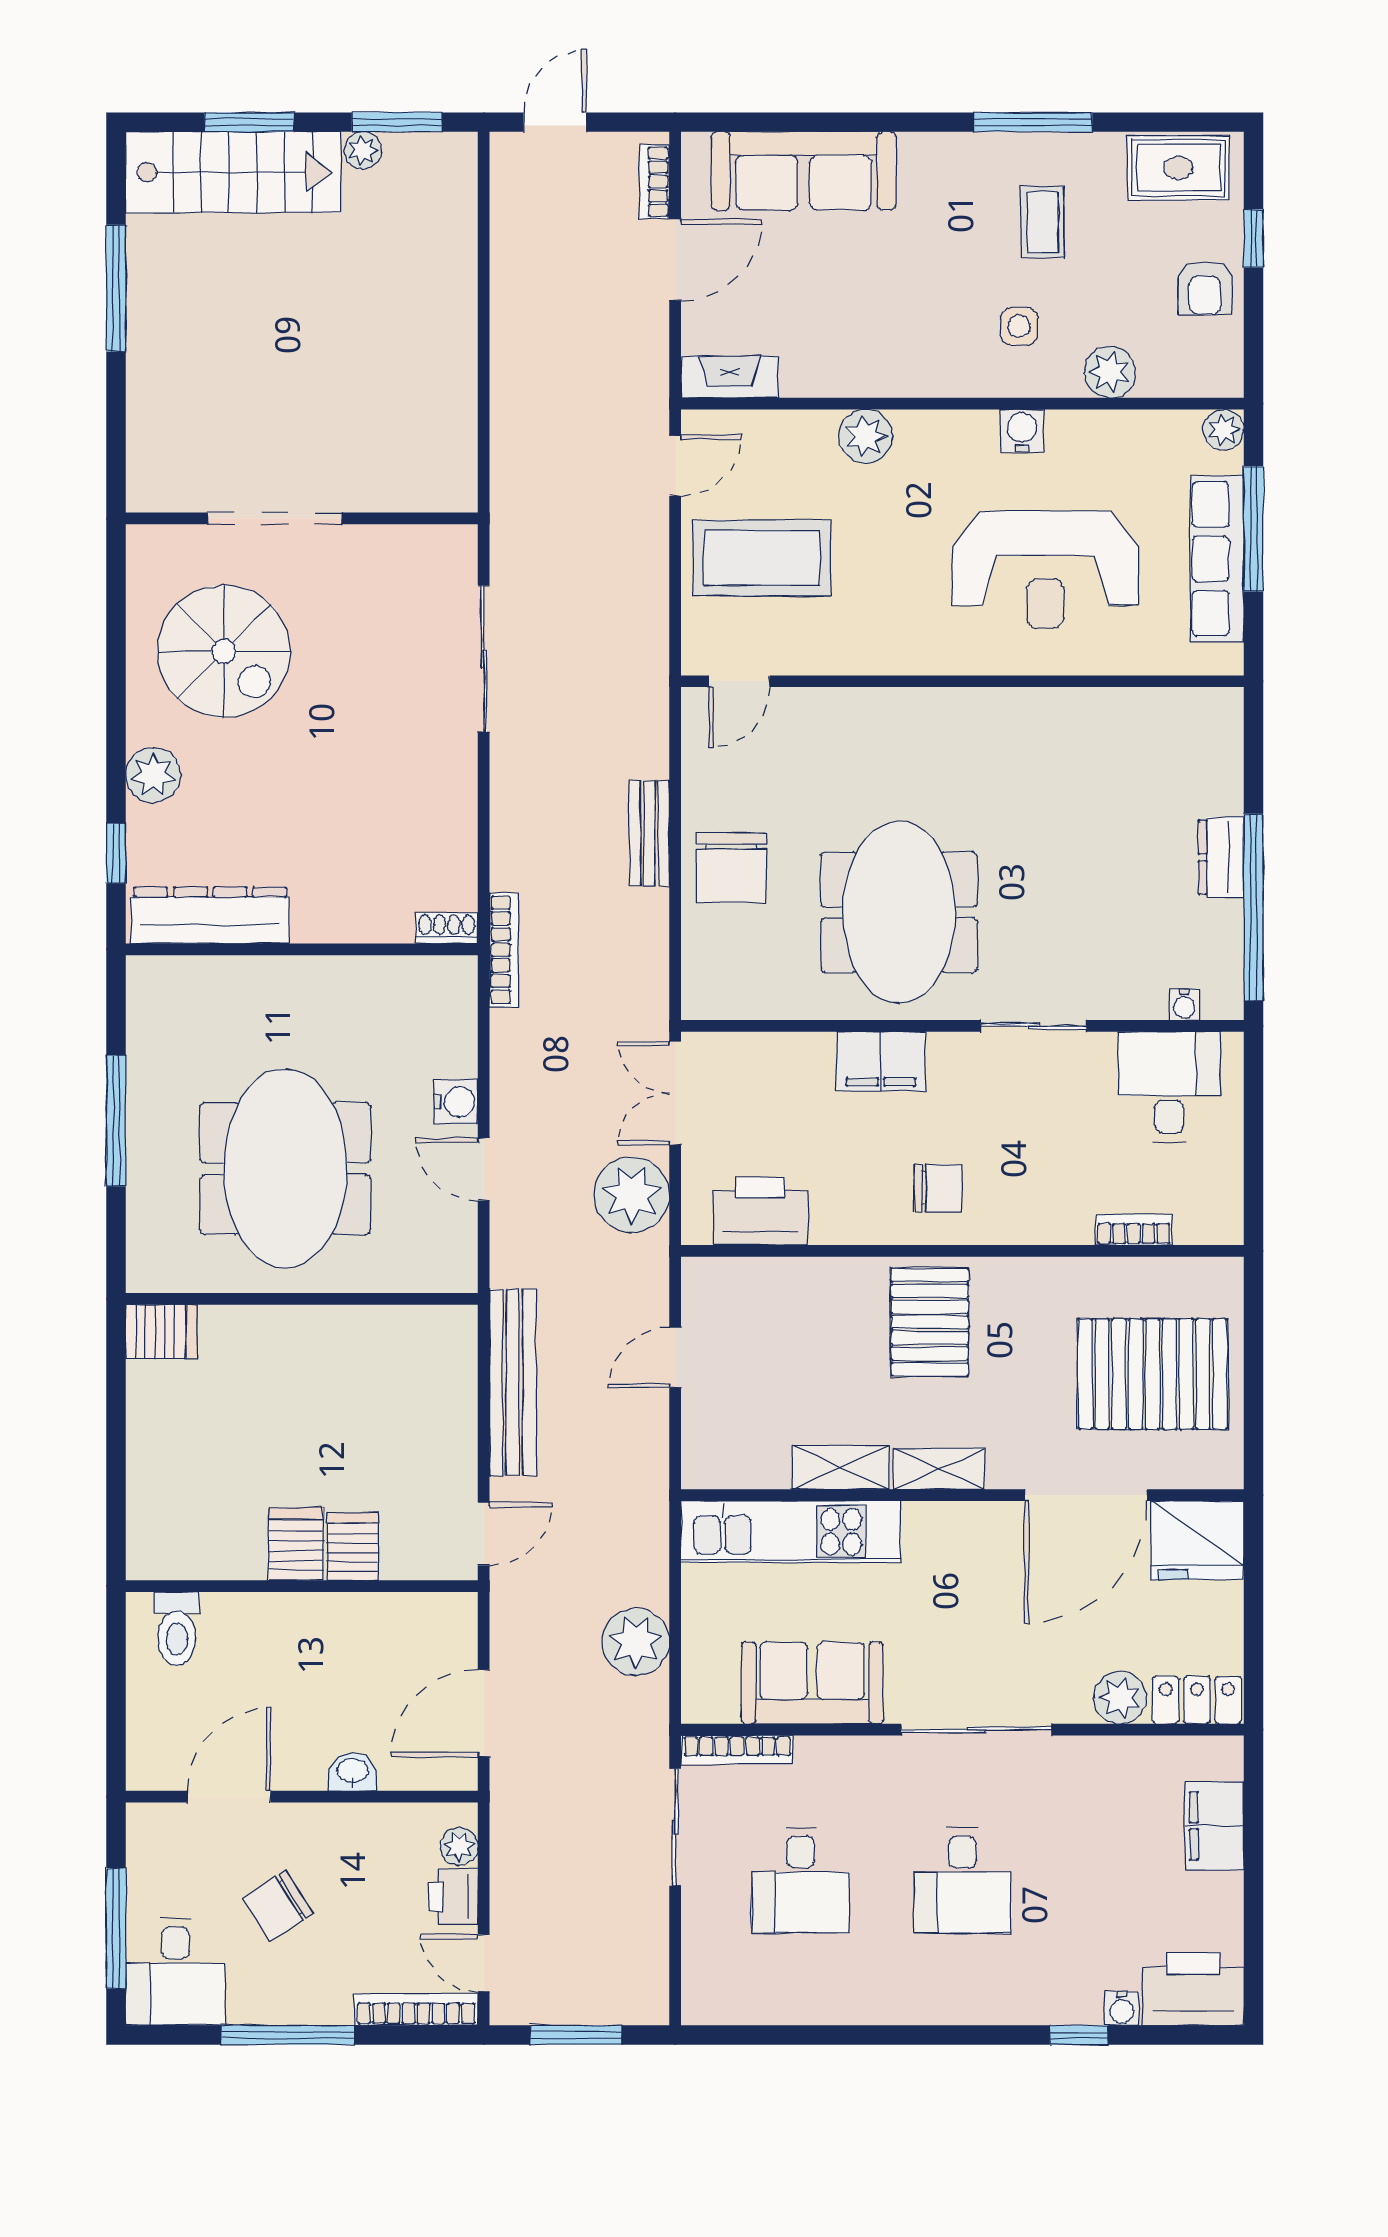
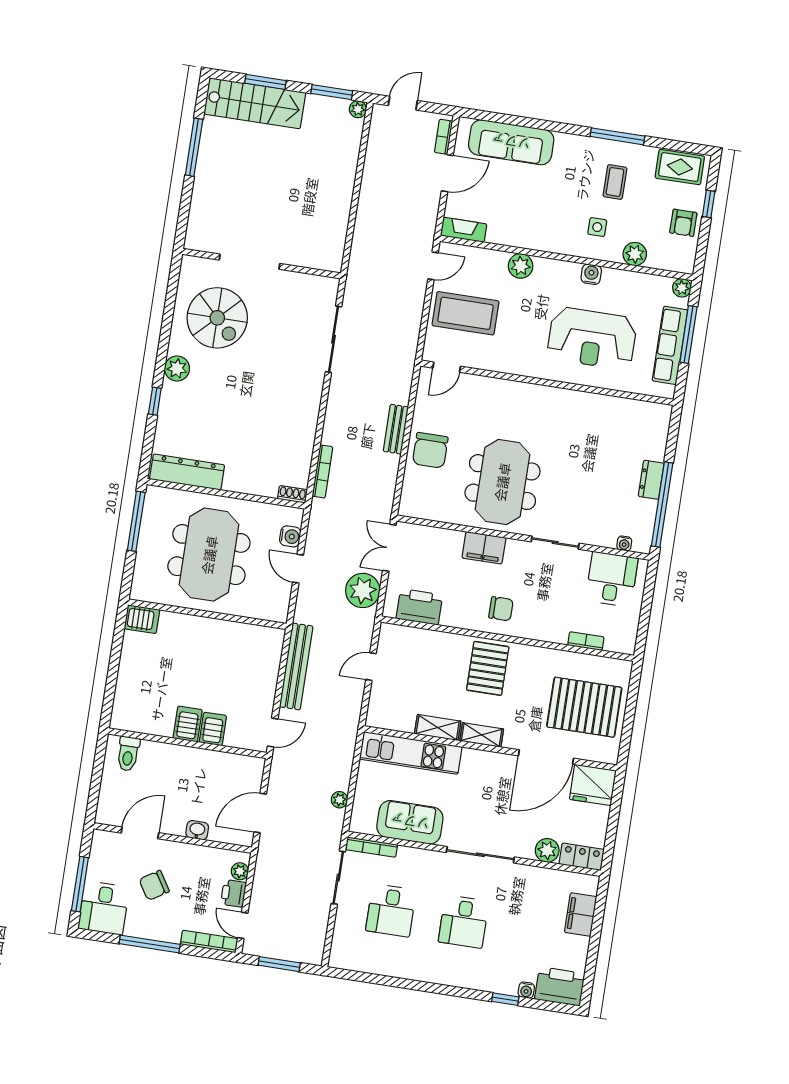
plant: (363, 150) -> (358, 109), moved
dresser: (210, 915) -> (187, 472), moved
shoe rack: (447, 928) -> (292, 494), moved
wall: (302, 949) -> (226, 494), moved
plant: (636, 1642) -> (339, 800), width x0.53, depth x0.53

